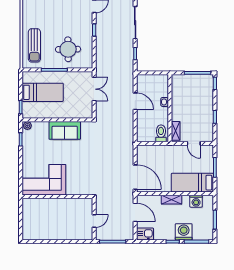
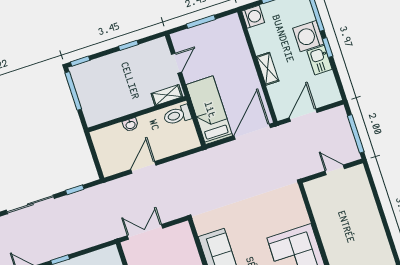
bed: (192, 183) -> (209, 110), moved, turned 180
washing machine: (196, 201) -> (253, 17), moved
kitchen sink: (145, 234) -> (320, 60), moved

